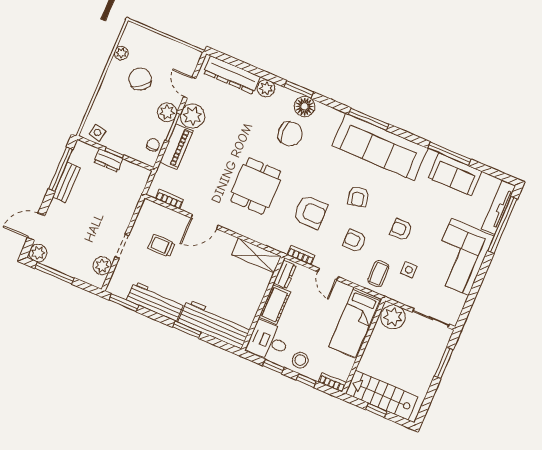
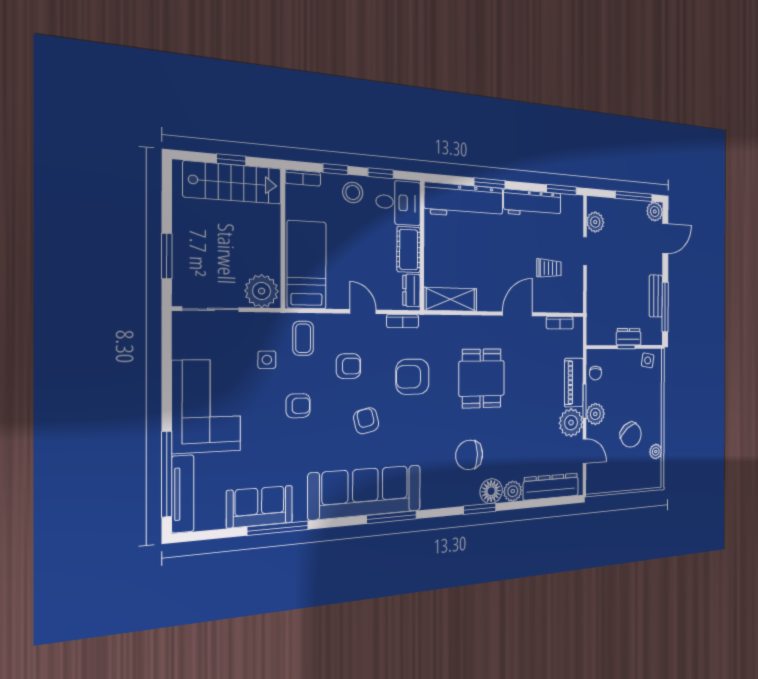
floor lamp: (304, 106) -> (491, 491), moved

